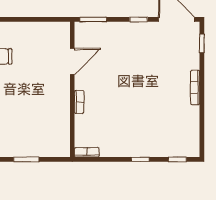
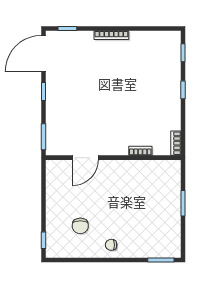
door: (72, 61) -> (85, 158), swing flipped
bookcase: (79, 102) -> (140, 151), moved

